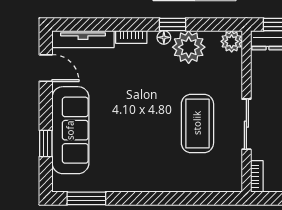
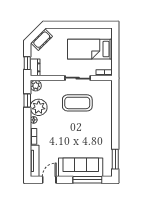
window: (173, 25) -> (27, 101), moved
window: (46, 144) -> (87, 180), width x2.17

